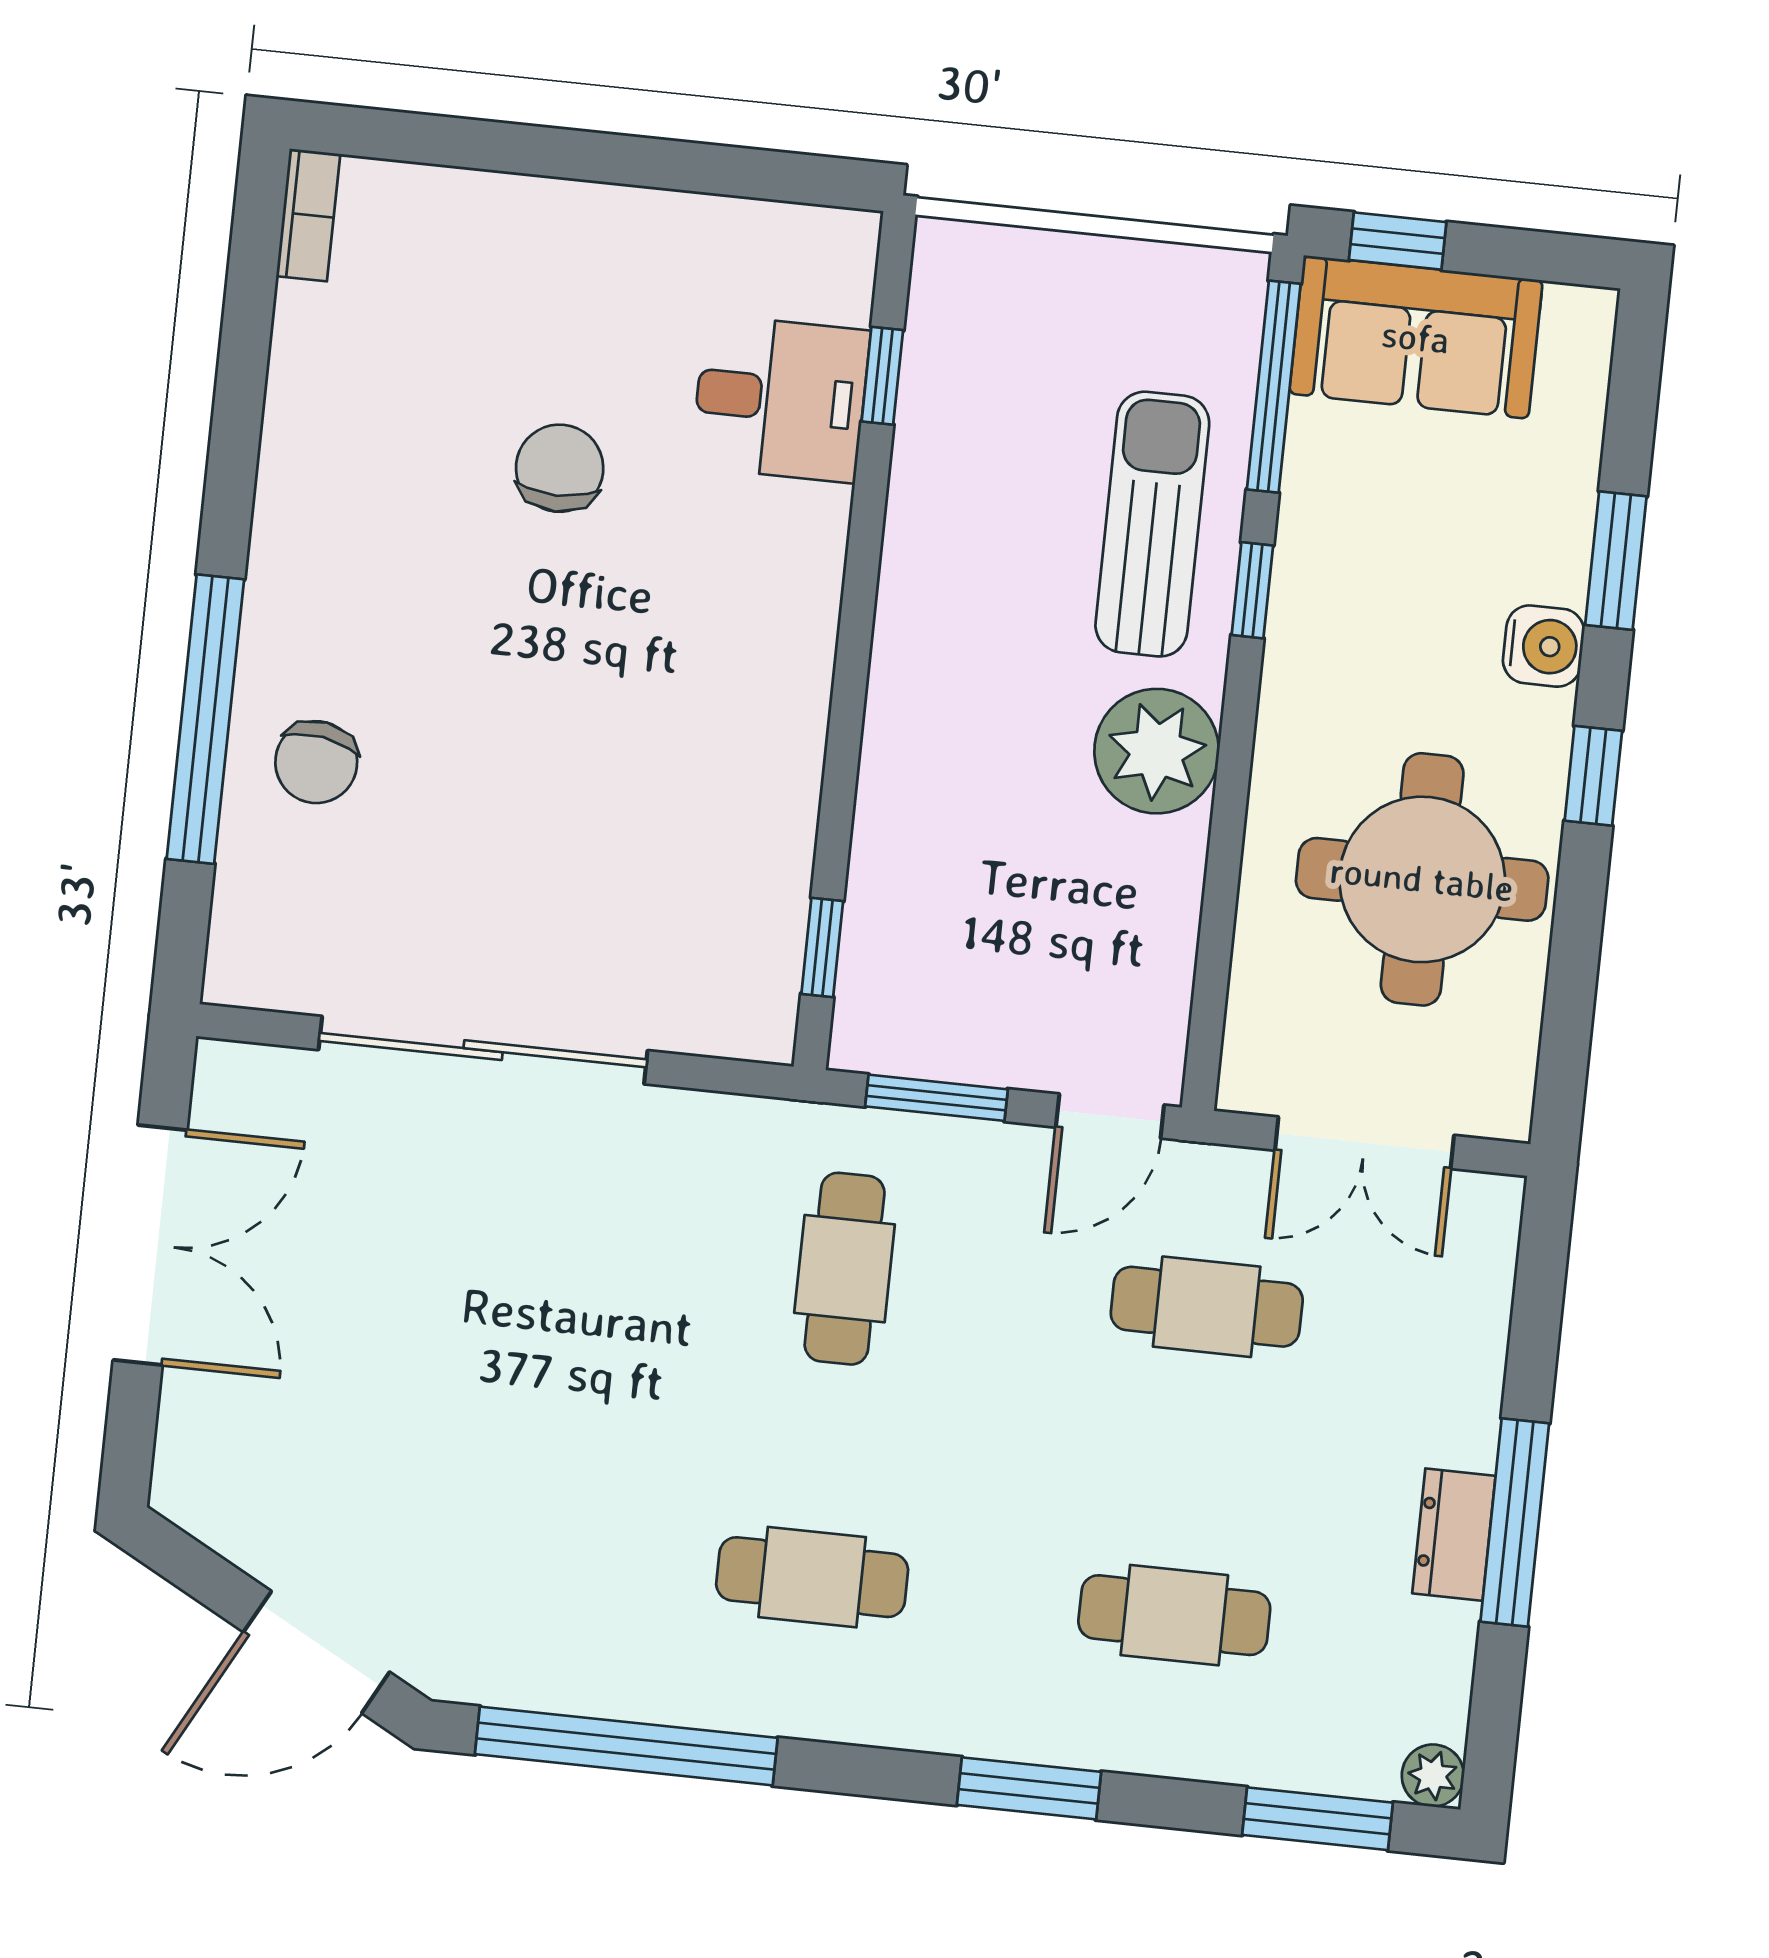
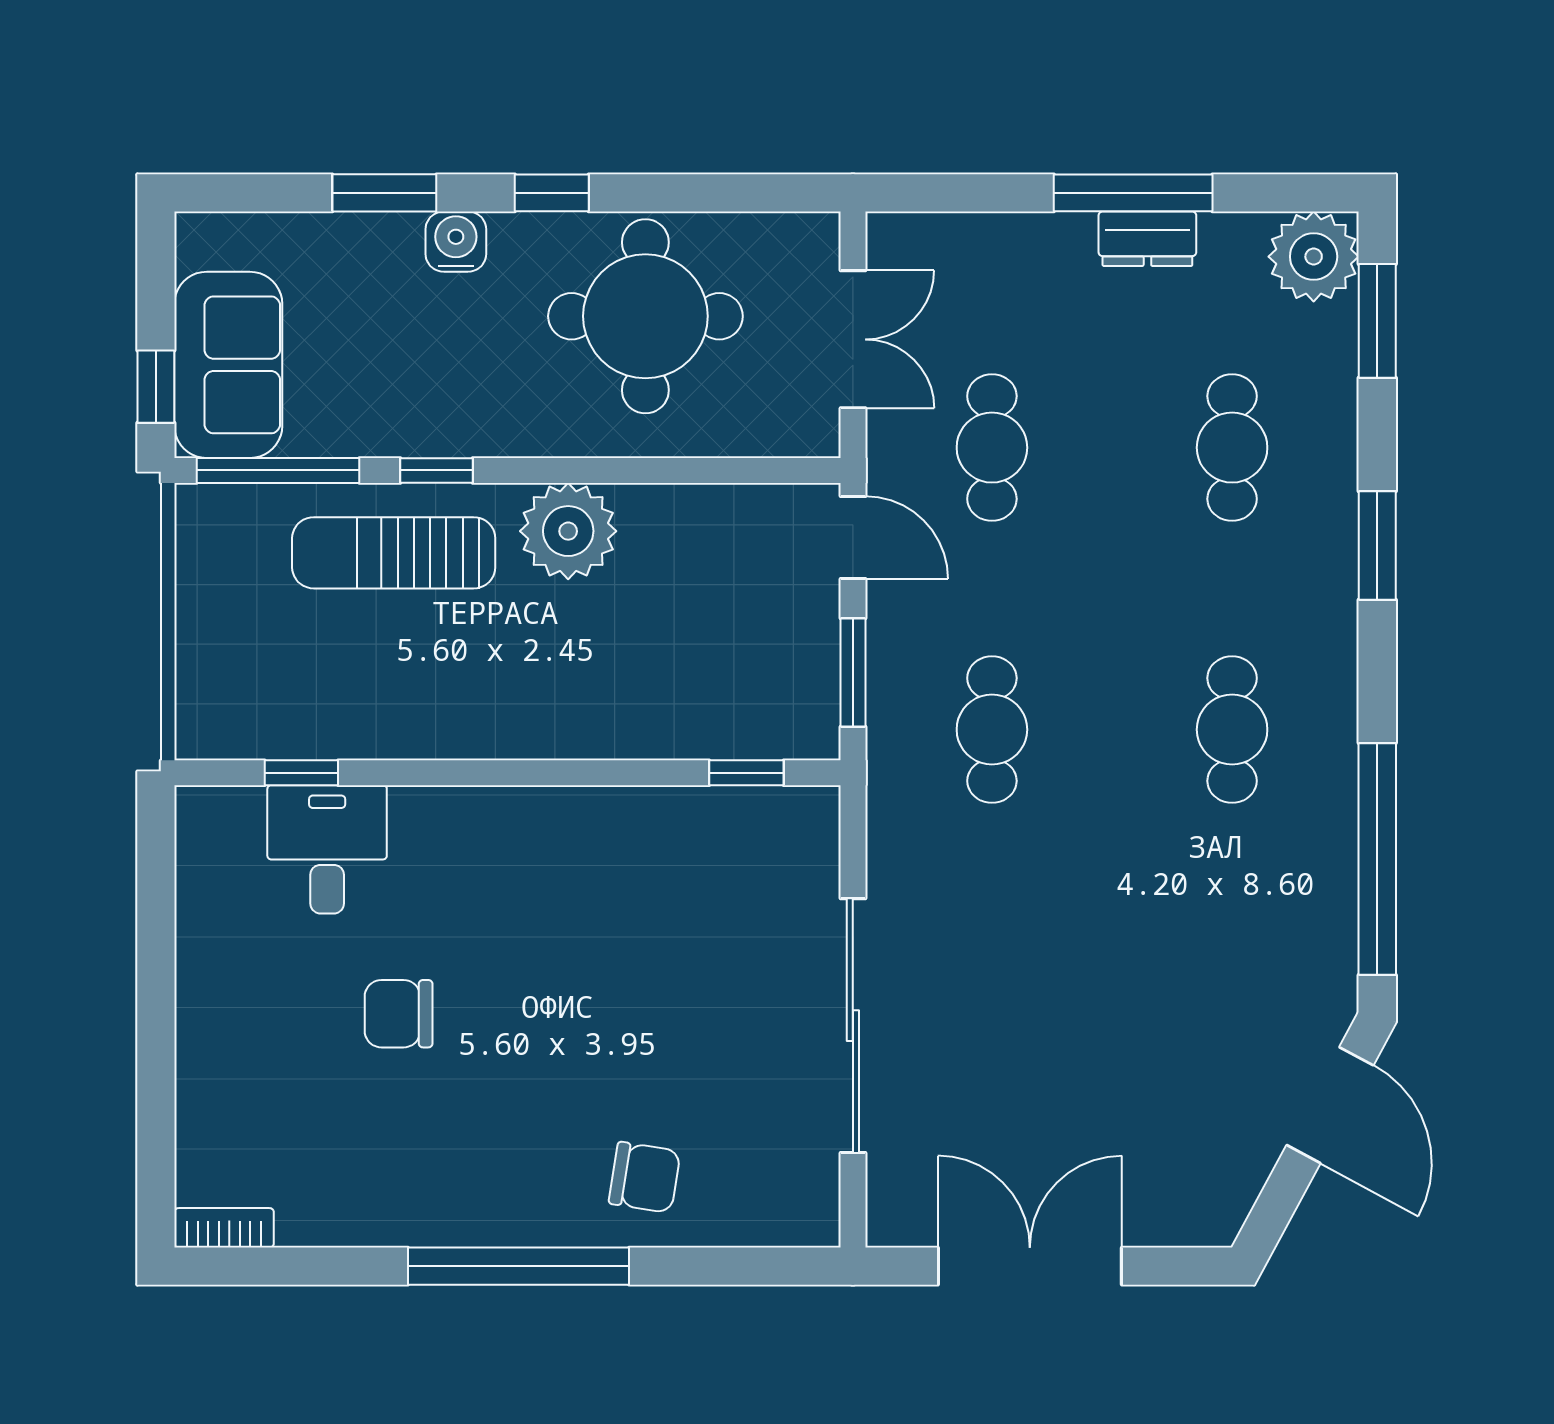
window: (205, 719) -> (518, 1266), moved
cafe table: (845, 1269) -> (992, 730), turned 90
plant: (1433, 1776) -> (1314, 257), width x1.87, depth x1.87

